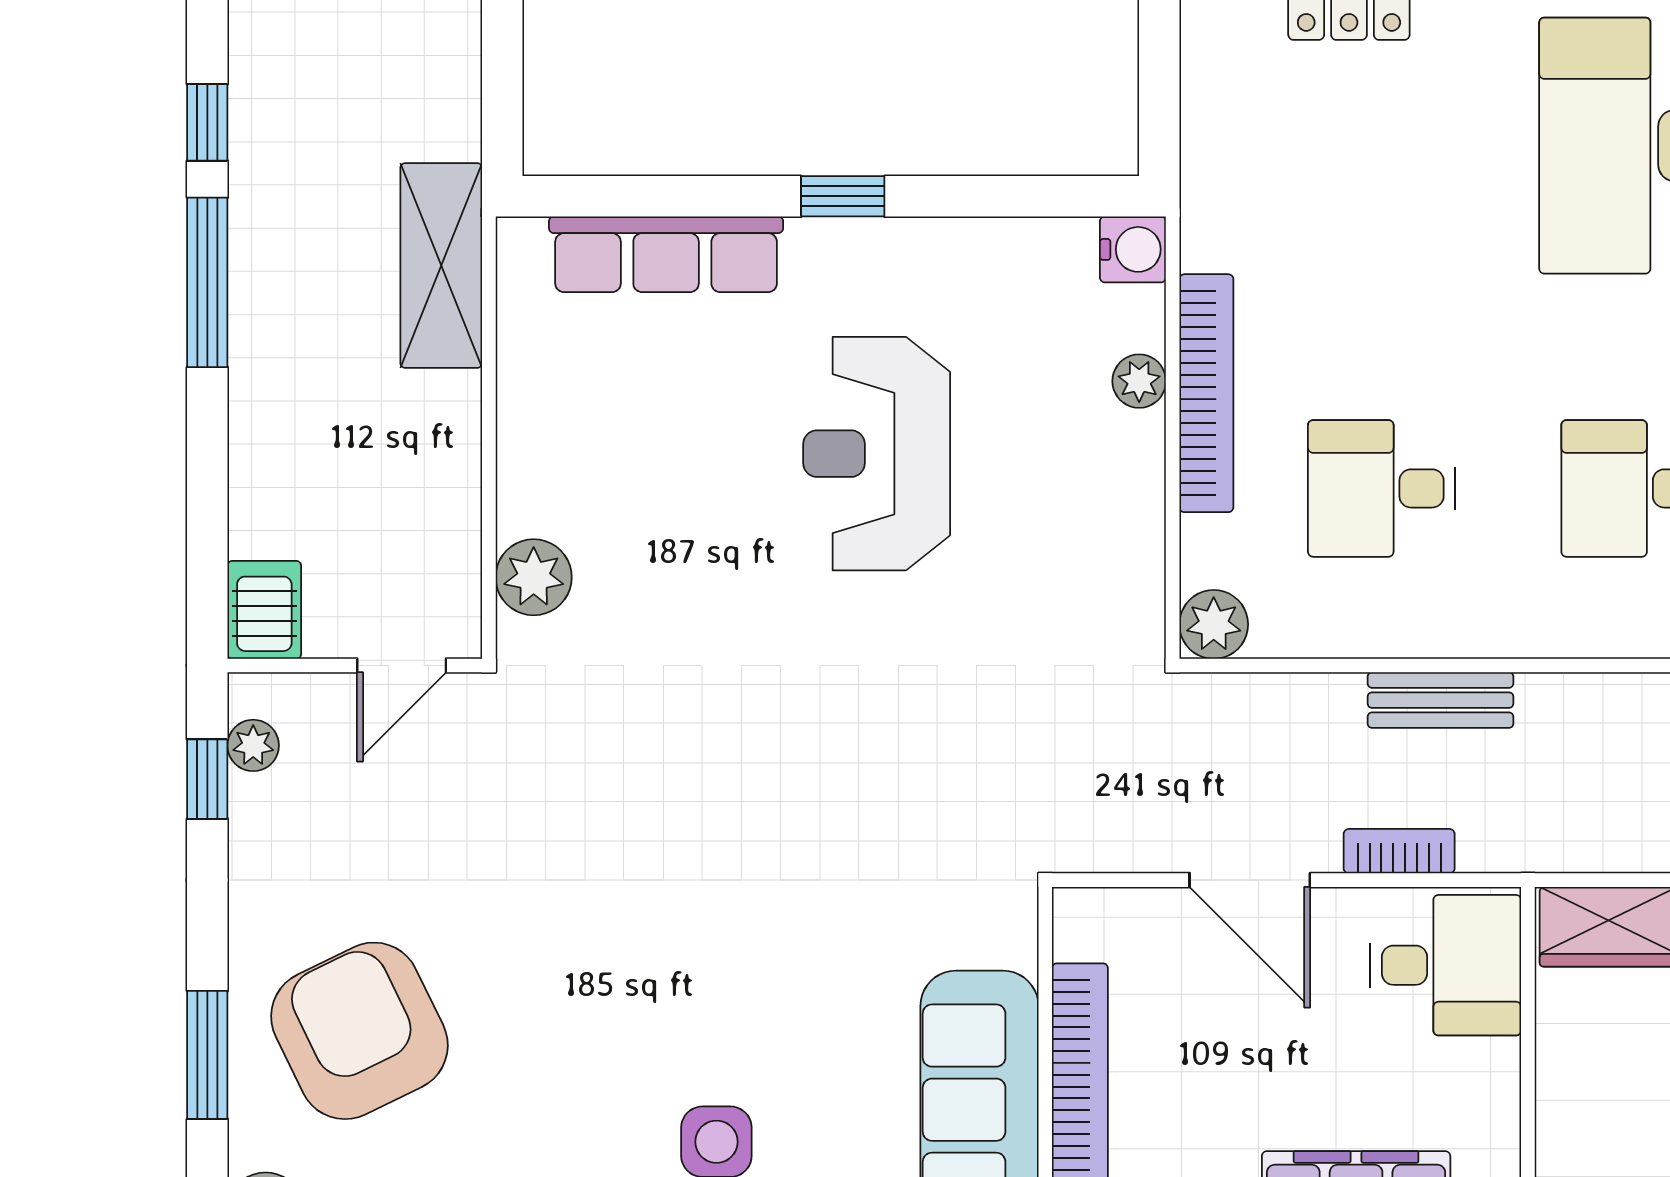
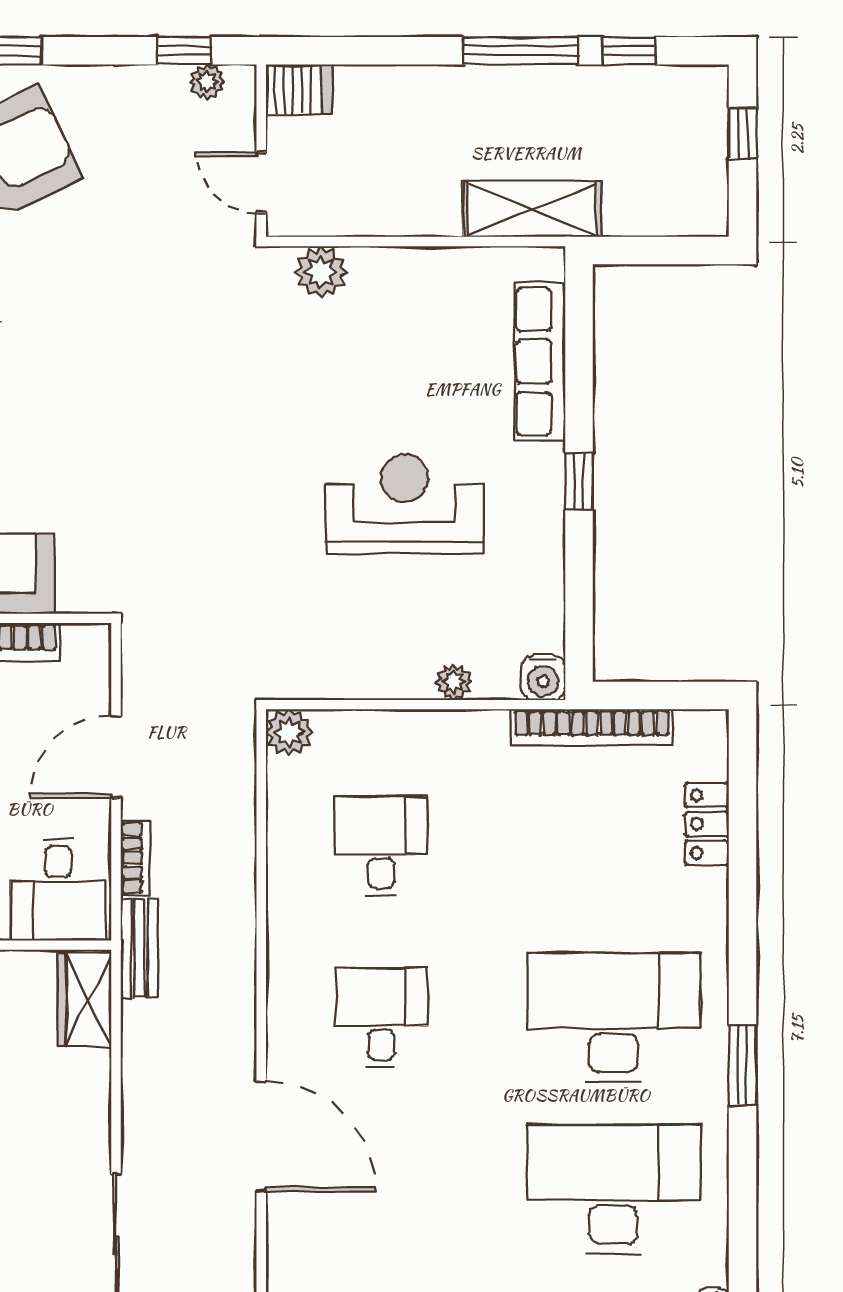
bookcase: (1206, 393) -> (592, 727), moved
bench: (1440, 700) -> (139, 949), moved

